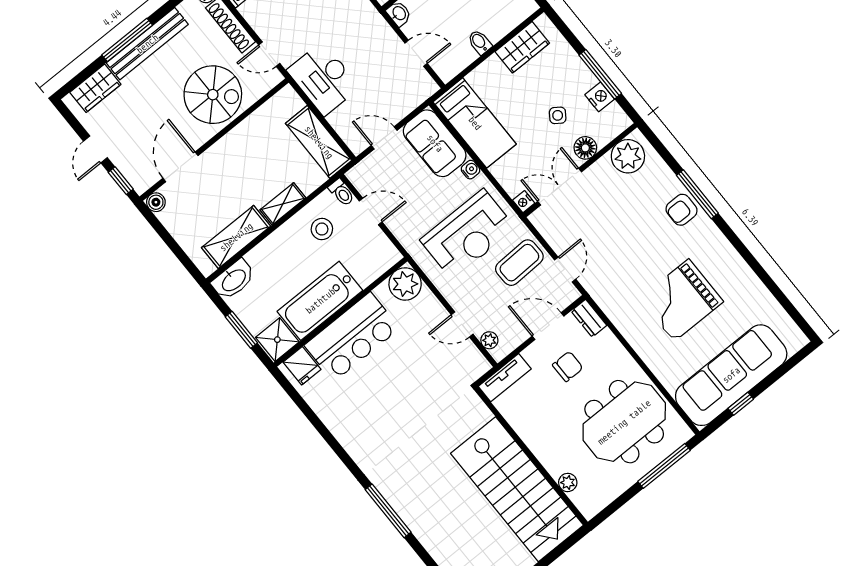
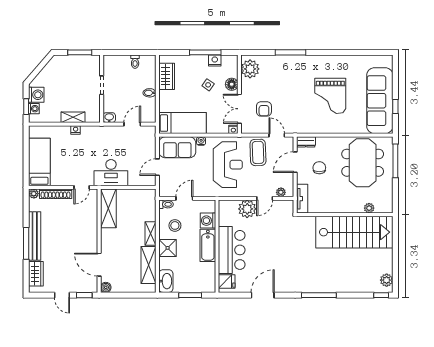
spiral stairs: (213, 95) -> (79, 226), removed
shelving: (319, 142) -> (108, 208), moved, turned 90
armchair: (682, 210) -> (264, 109), moved
washing machine: (366, 270) -> (208, 221), added
plant: (405, 284) -> (247, 209), moved
bathtub: (320, 301) -> (208, 245), width x0.73, depth x0.73
shower: (277, 340) -> (168, 248), moved
door: (324, 432) -> (263, 295), added

